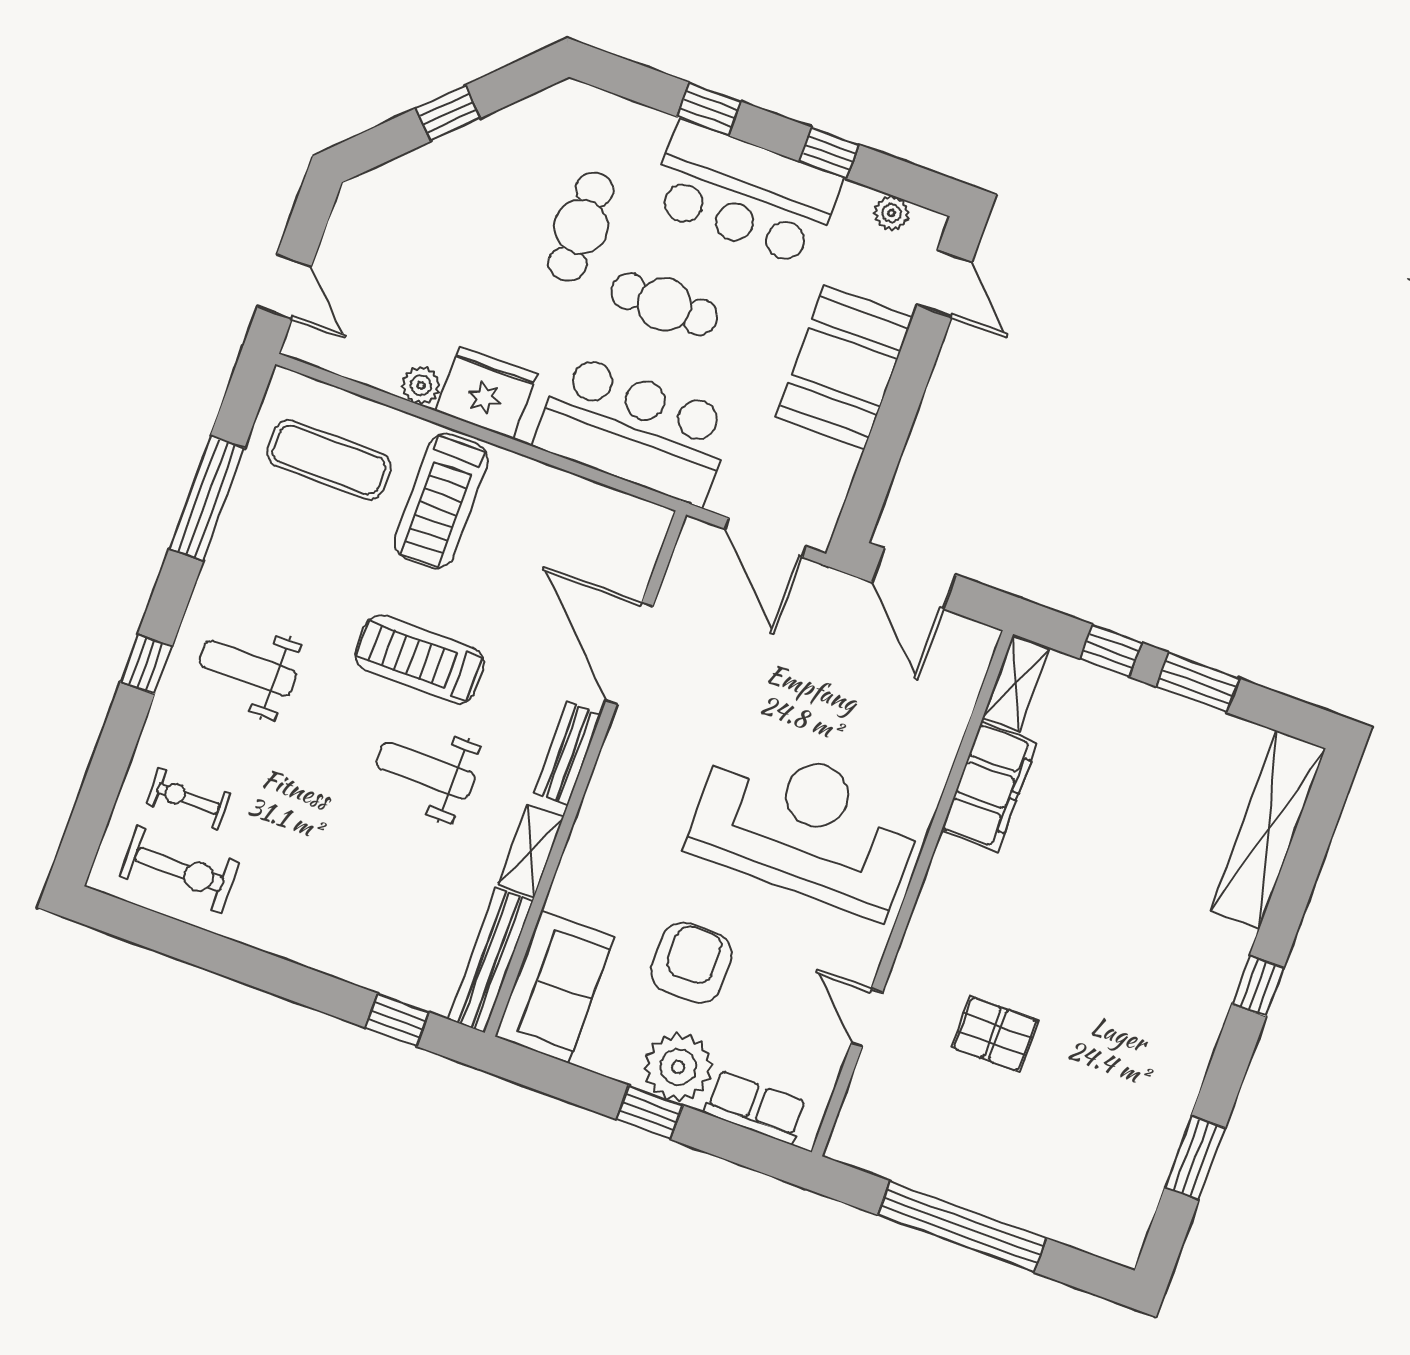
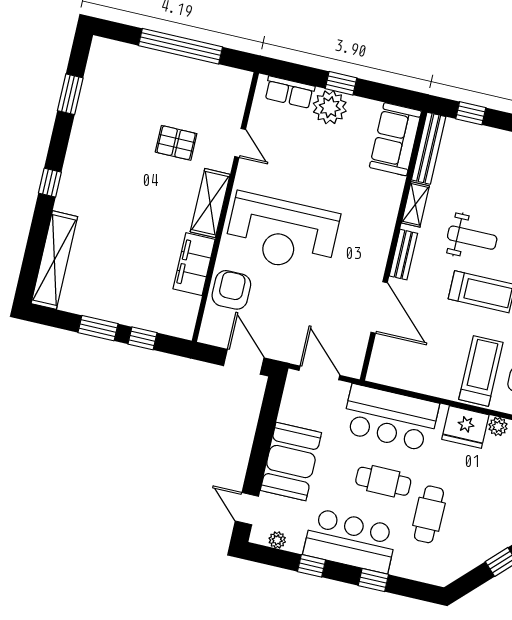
shelving: (1016, 684) -> (210, 203), moved, width x1.50, depth x1.33
armchair: (691, 963) -> (231, 290), moved, turned 180

